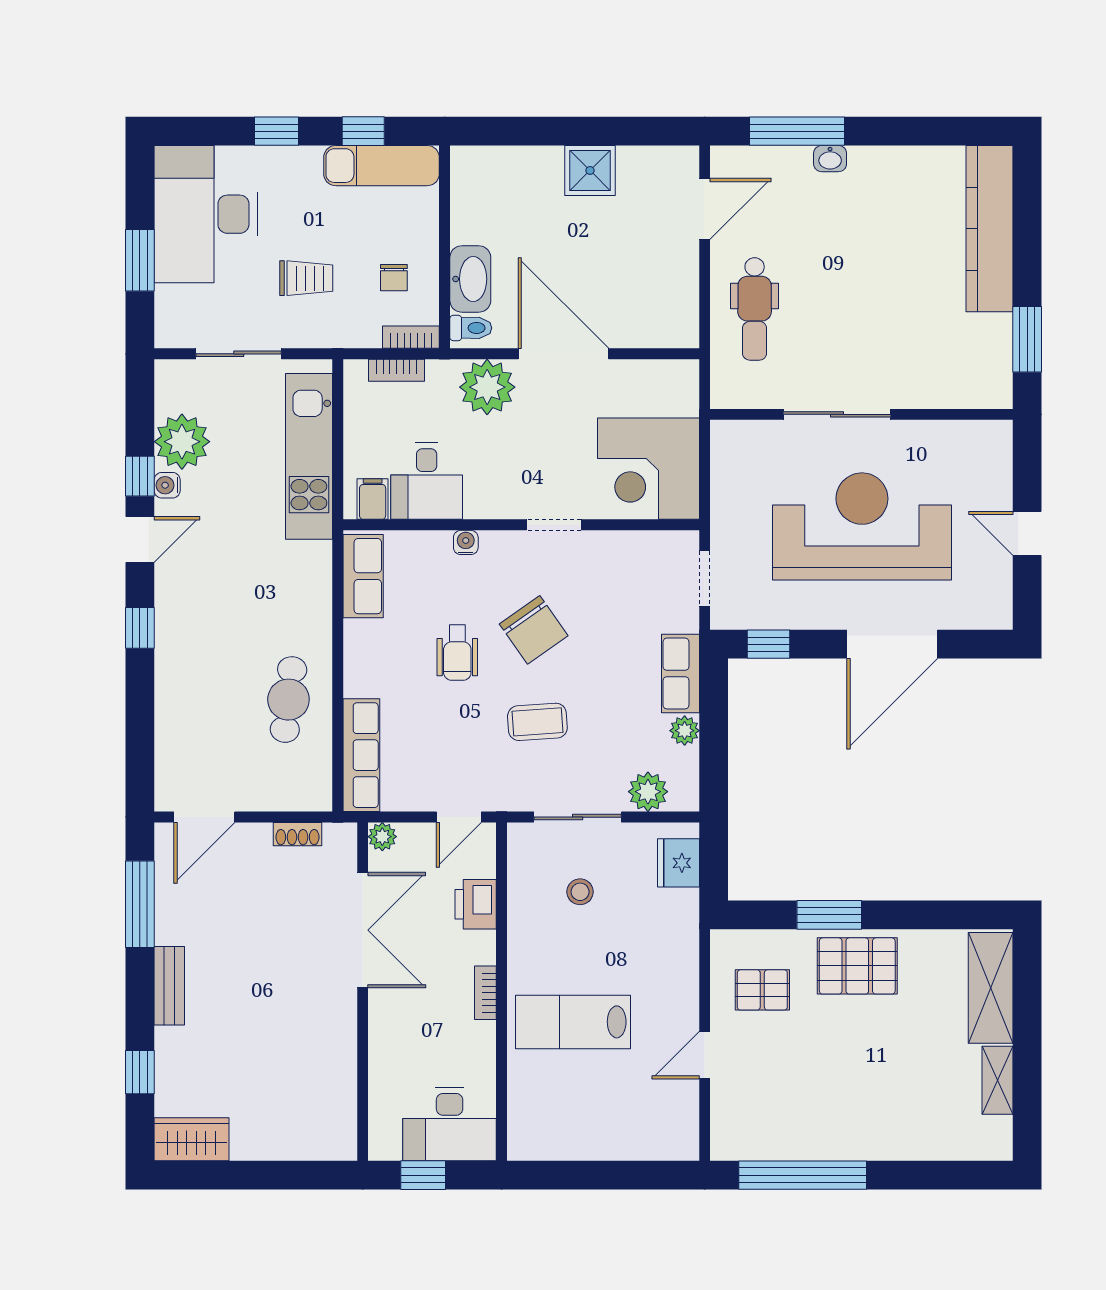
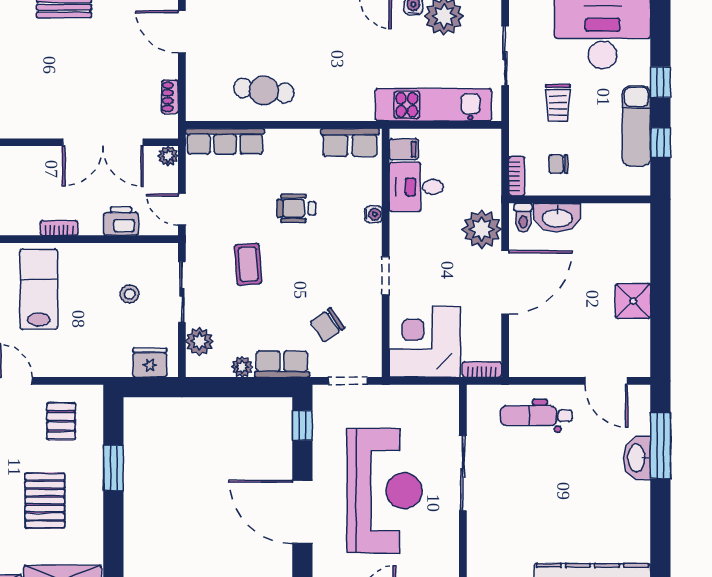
washbasin: (830, 159) -> (637, 458), width x1.91, depth x1.45
exam couch: (381, 166) -> (636, 126), moved
bookcase: (396, 370) -> (482, 369), moved, turned 90
chair: (534, 630) -> (327, 325), moved, width x0.73, depth x0.73
pallet: (857, 966) -> (45, 501), moved

